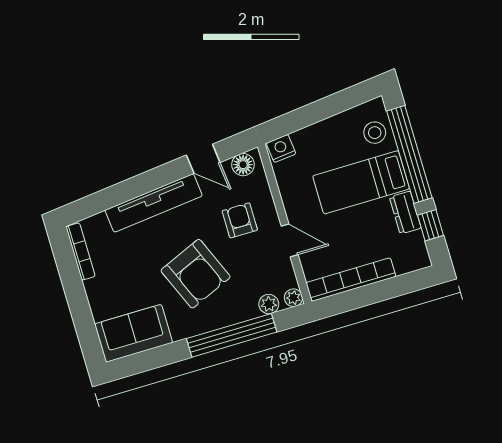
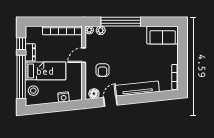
nightstand: (281, 148) -> (64, 97), moved
door: (203, 159) -> (110, 101), hinge flipped
door: (290, 240) -> (84, 55), hinge flipped
armchair: (196, 274) -> (128, 53), removed

